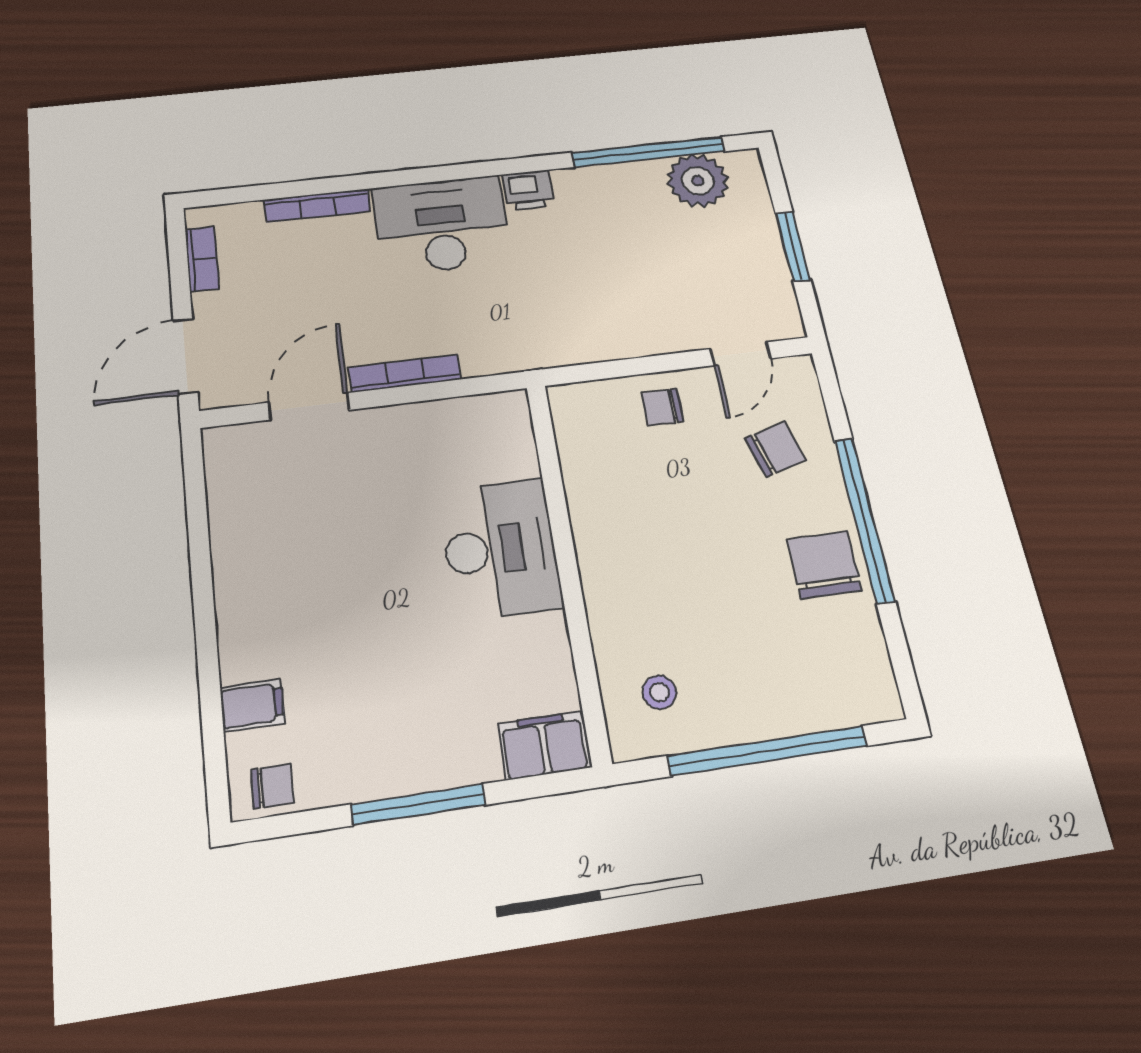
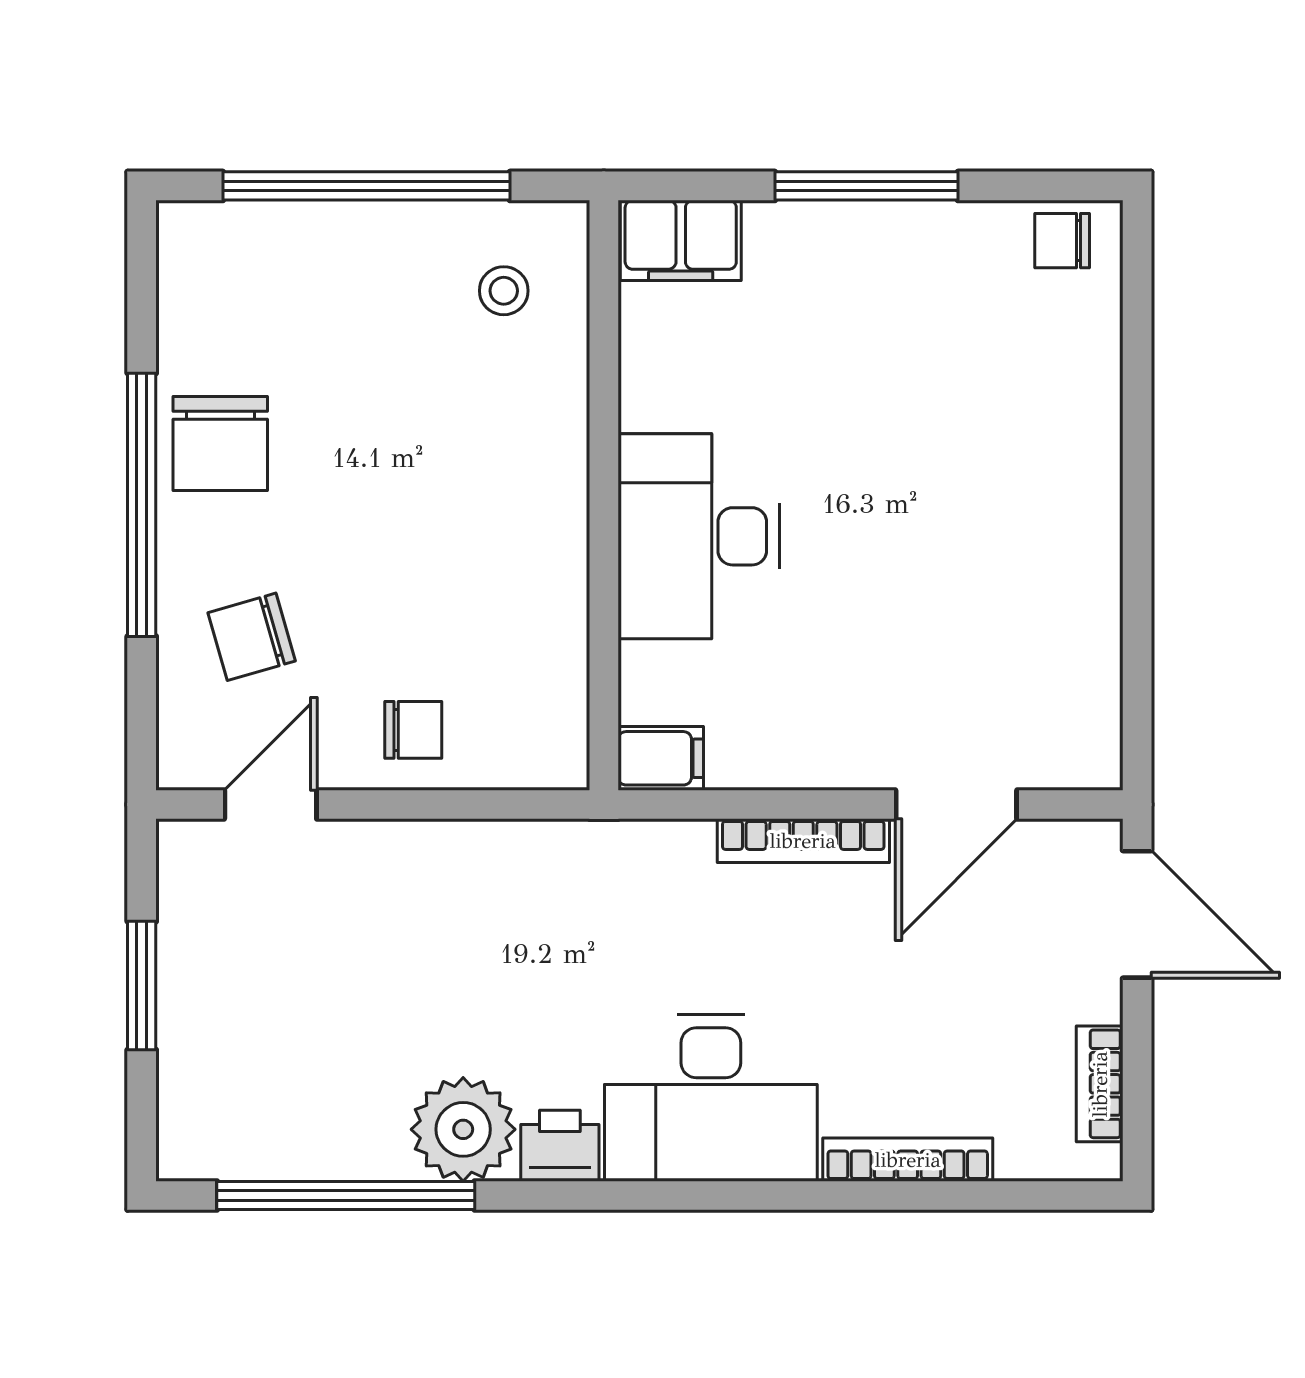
plant: (698, 181) -> (463, 1129), moved
door: (185, 356) -> (1137, 914), hinge flipped
filing cabinet: (252, 706) -> (661, 758), moved, turned 180

